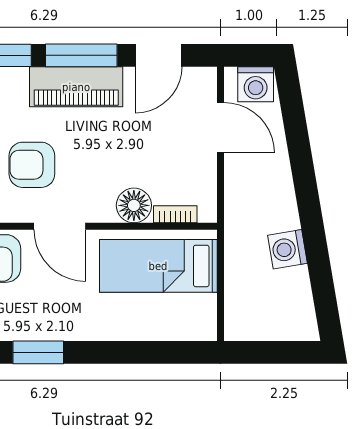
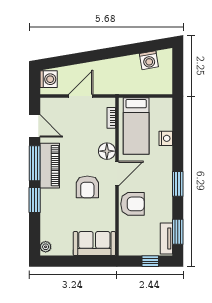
door: (220, 128) -> (81, 96), moved
floor lamp: (134, 205) -> (107, 151), moved
washing machine: (287, 249) -> (149, 60), moved
nightstand: (133, 327) -> (166, 138), added

